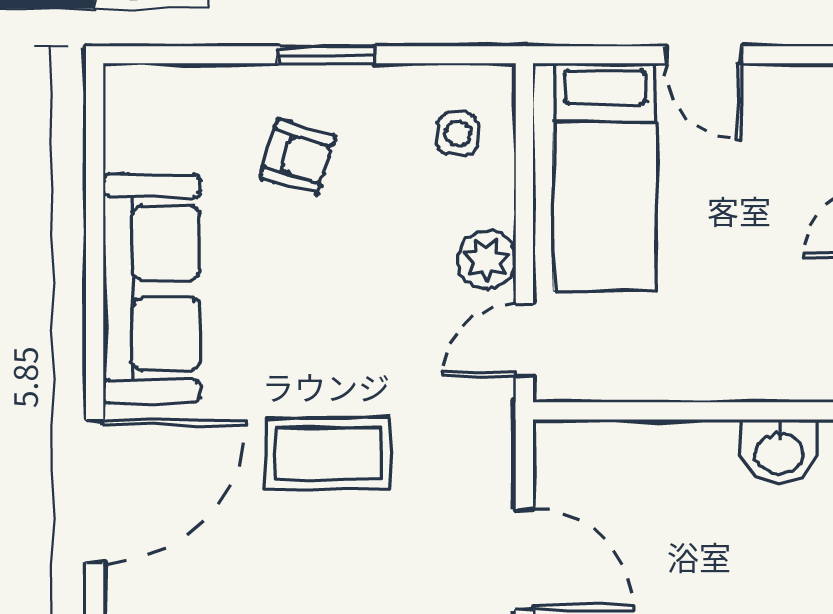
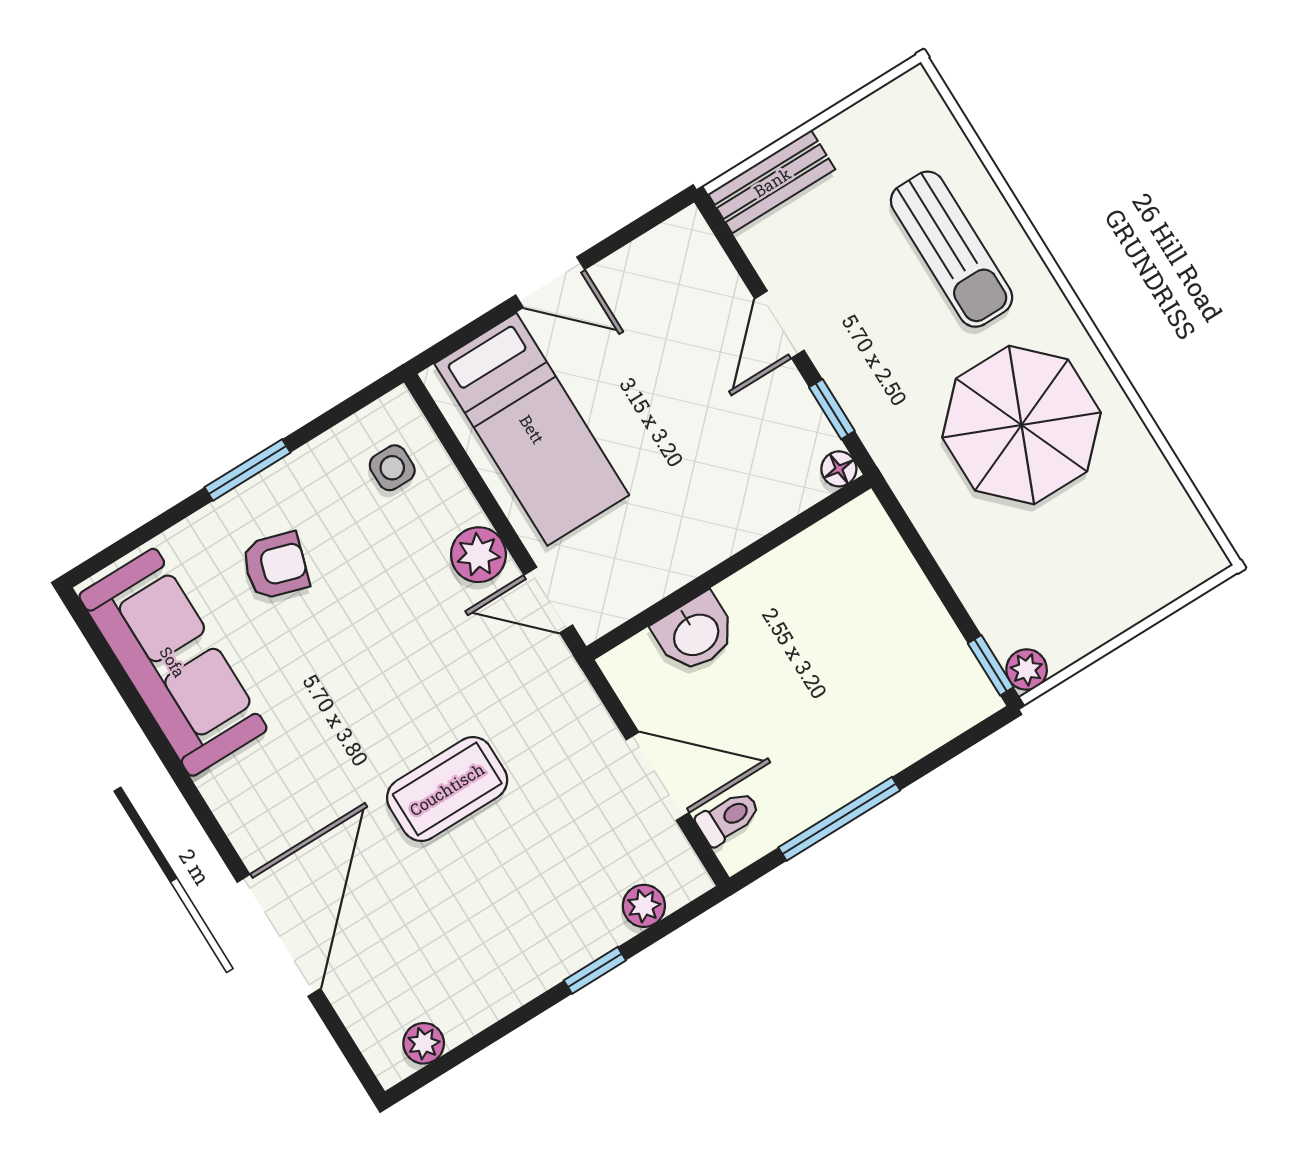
sofa: (152, 289) -> (173, 662), moved
door: (524, 340) -> (548, 600), hinge flipped
washbasin: (779, 452) -> (695, 633), moved

